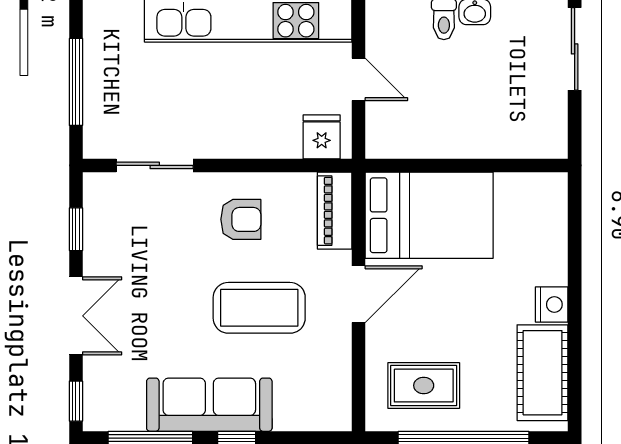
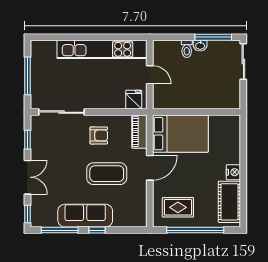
sliding door: (155, 165) -> (61, 112), width x1.37

